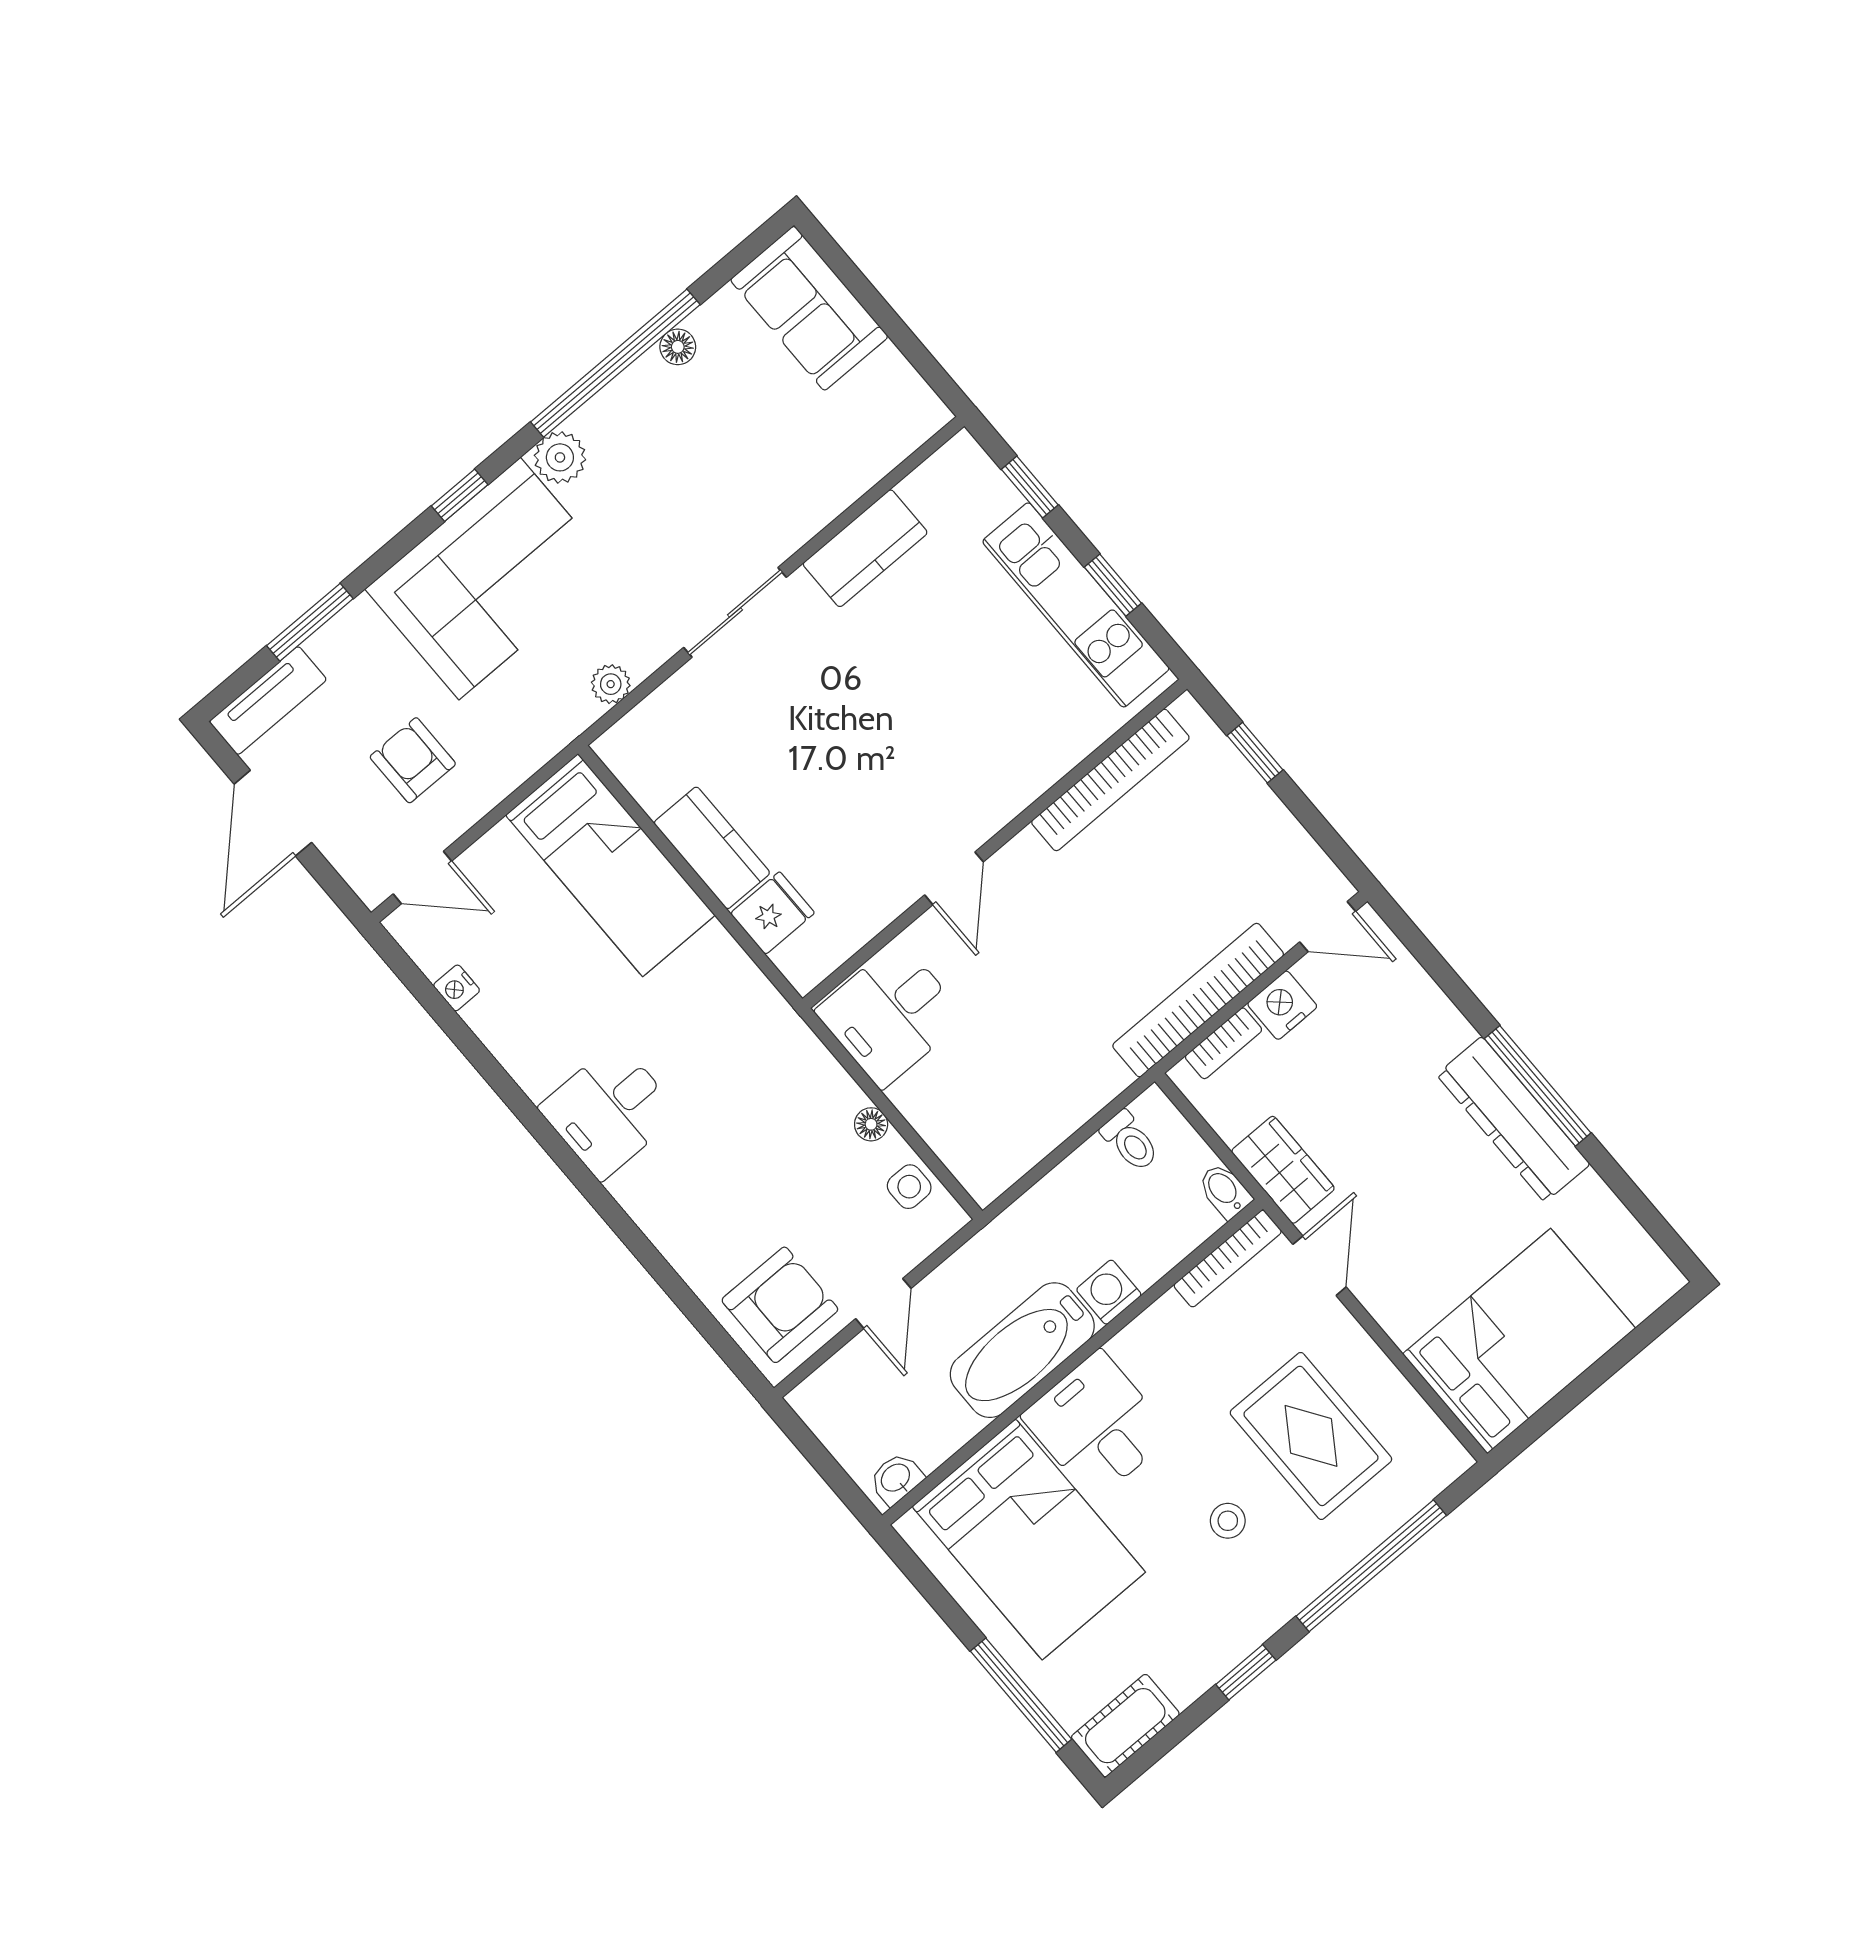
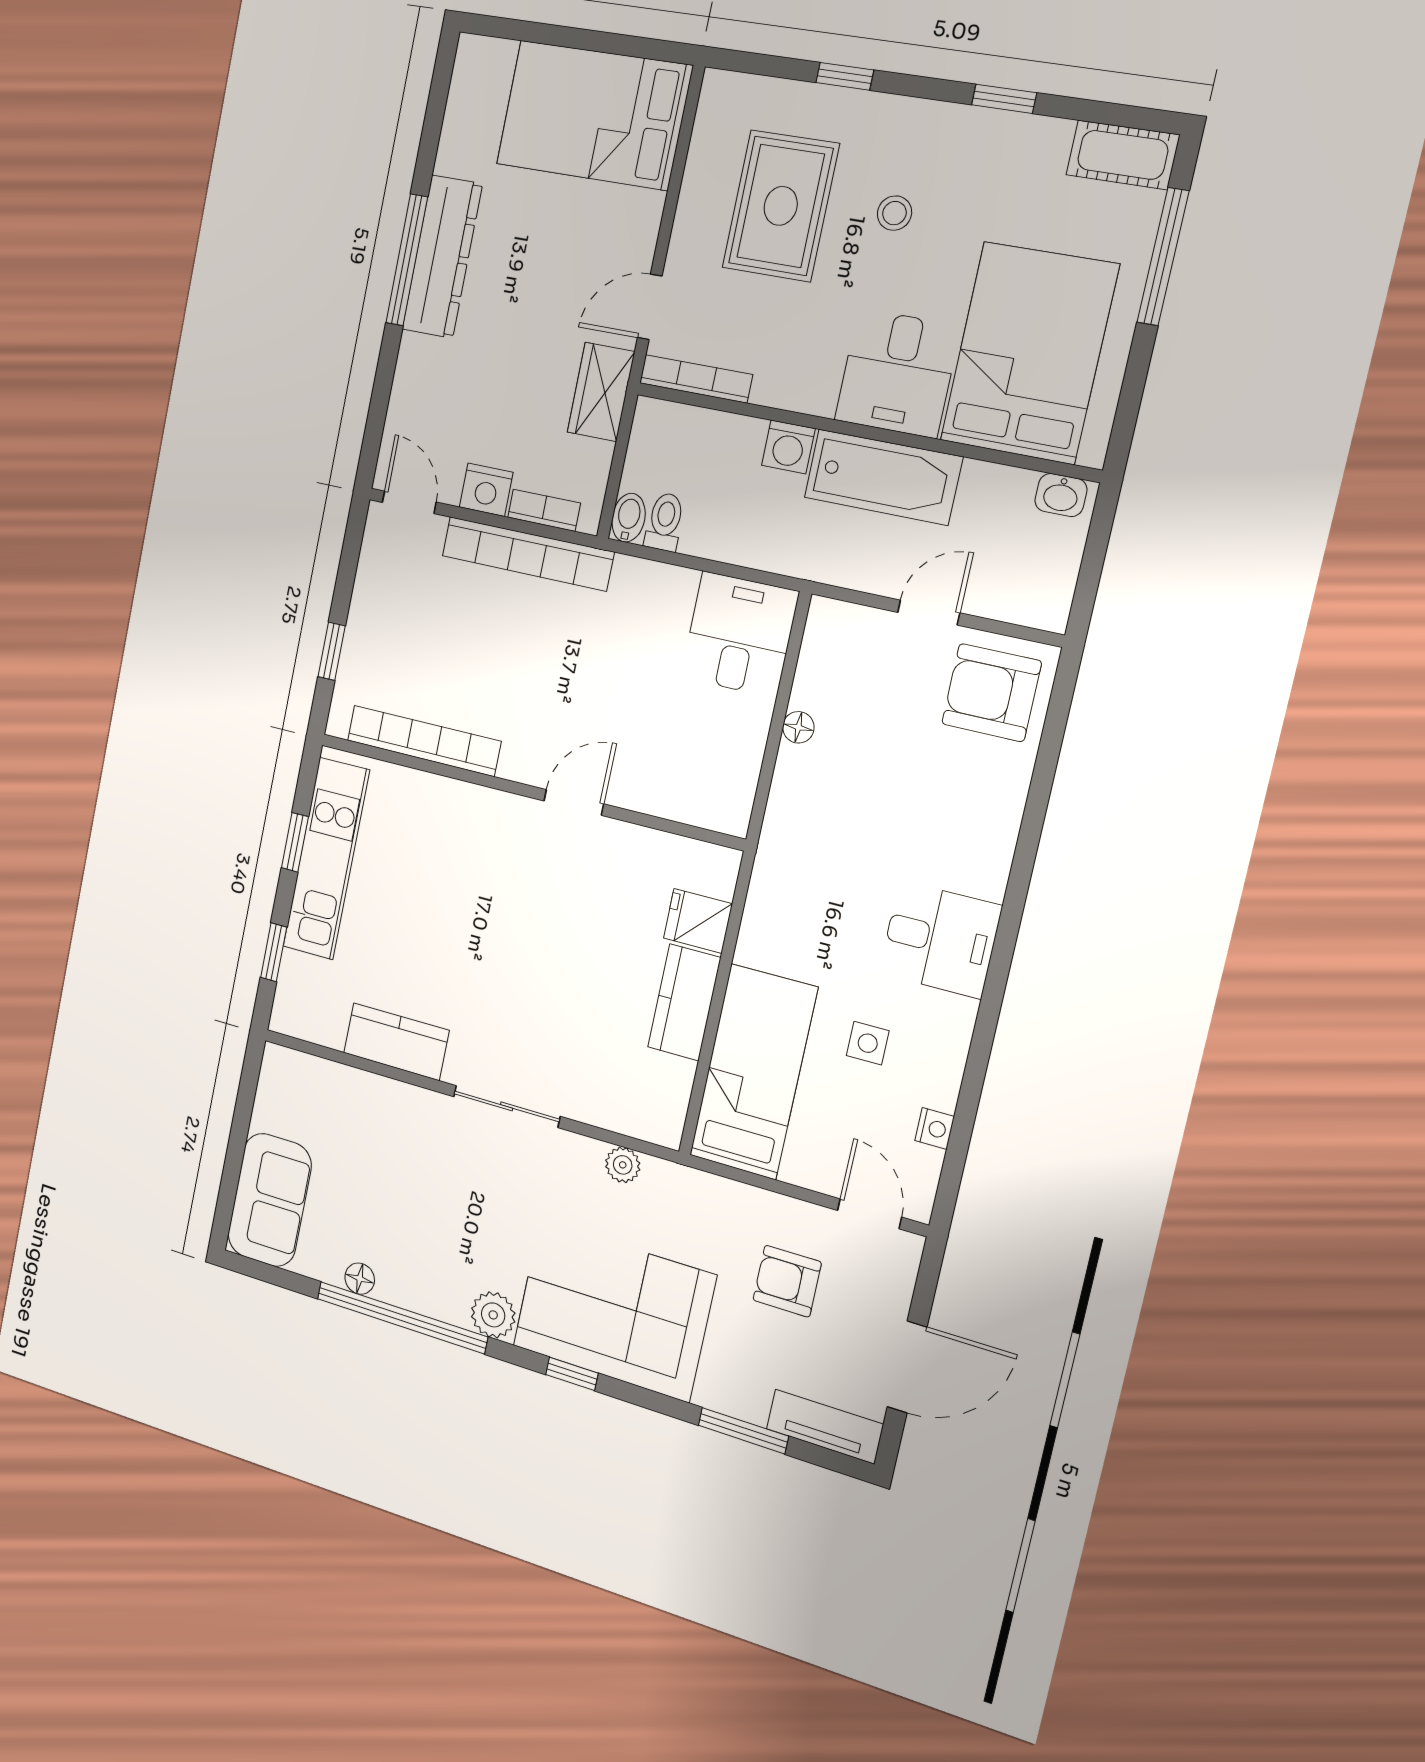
armchair: (413, 760) -> (787, 1281), turned 90
desk: (891, 1014) -> (740, 634), moved, turned -90
side table: (909, 1187) -> (868, 1043), moved
bidet: (1225, 1191) -> (629, 518), moved, turned 180
window: (1371, 1566) -> (845, 76), width x0.32

